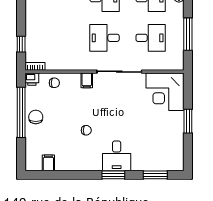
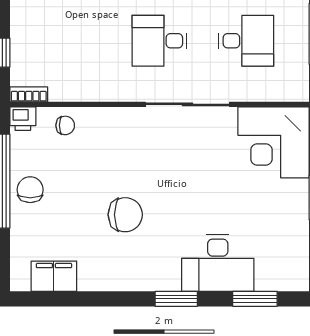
filing cabinet: (87, 80) -> (126, 121), removed
chair: (86, 130) -> (125, 215), width x1.87, depth x1.87
desk: (117, 156) -> (218, 263), moved, width x1.37
filing cabinet: (48, 163) -> (54, 276), width x2.00

